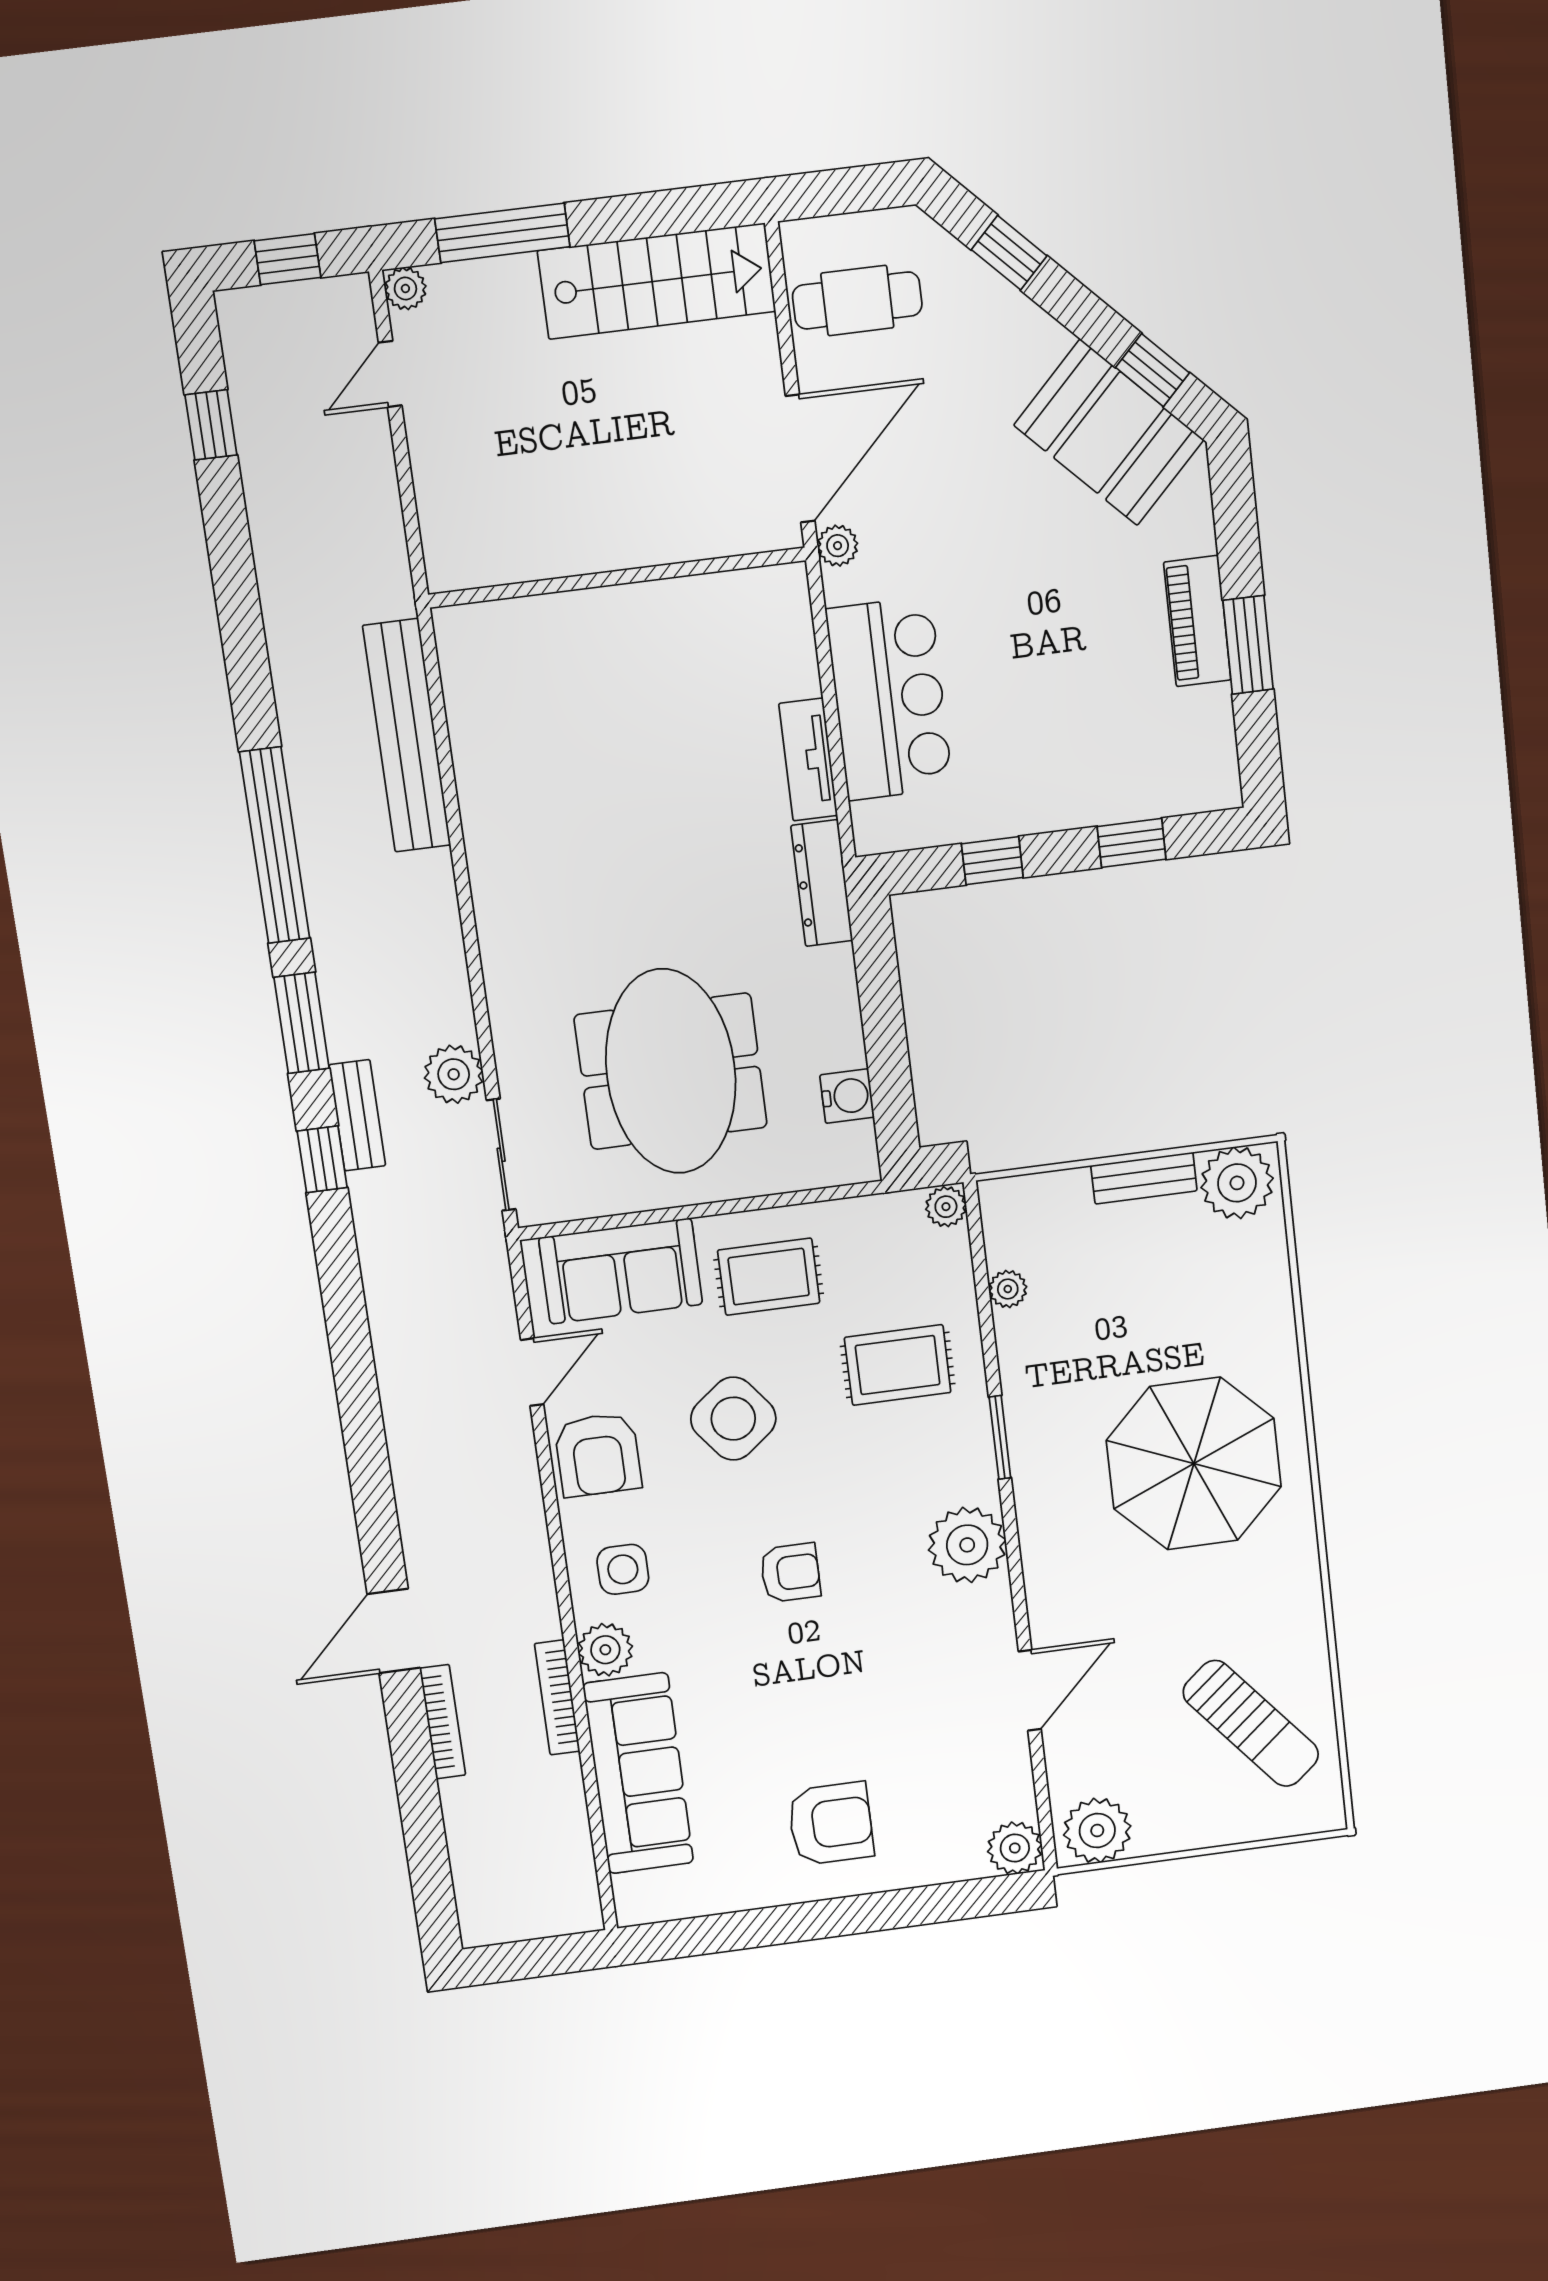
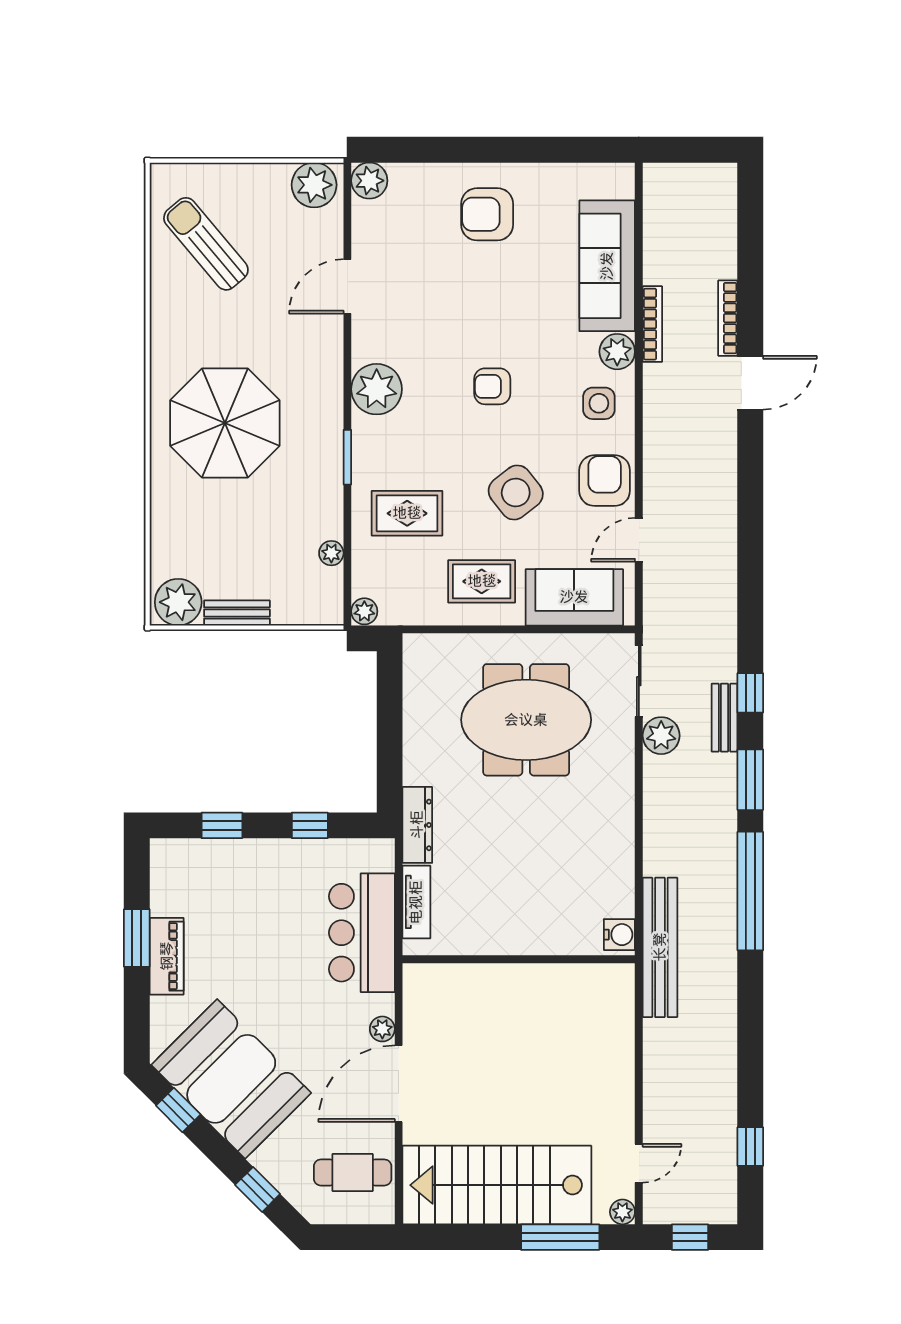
stairs: (657, 281) -> (497, 1185), width x1.36, depth x1.51
booth: (1109, 433) -> (231, 1079), width x1.36, depth x1.42
wall: (617, 577) -> (519, 959), moved
meeting table: (671, 1071) -> (526, 720), turned 90
water cooler: (847, 1096) -> (619, 935), moved, turned 180

